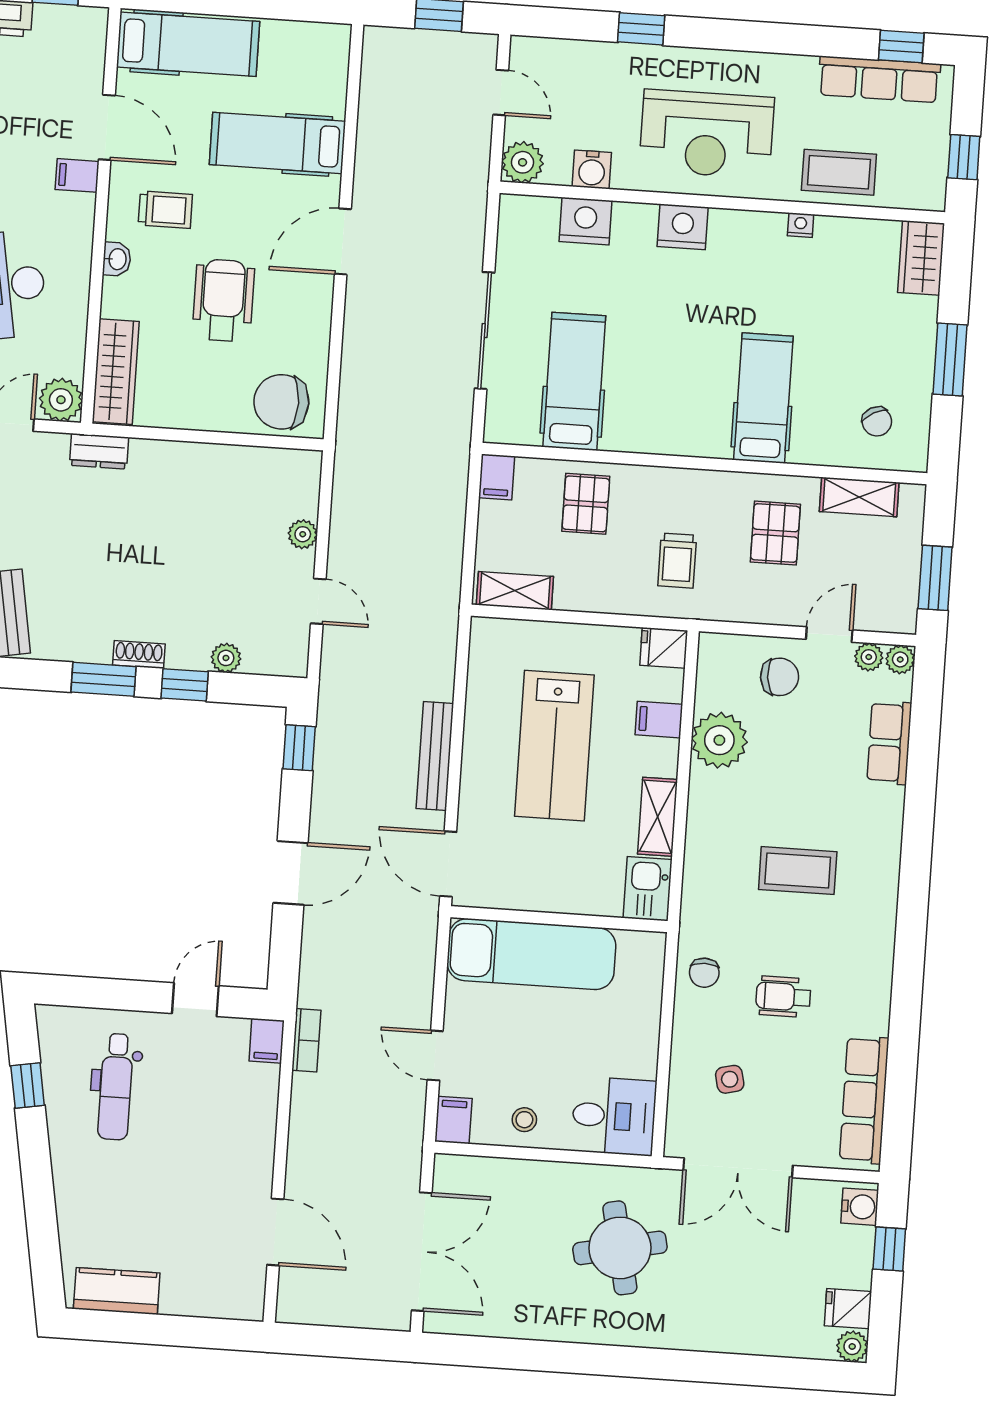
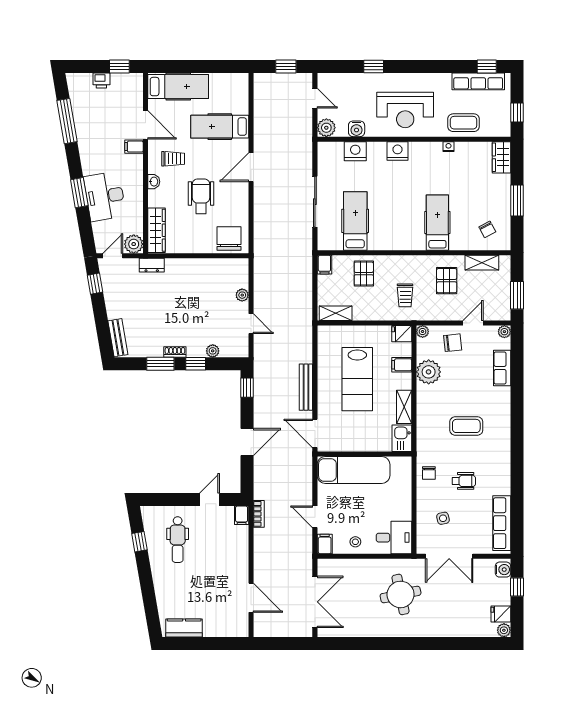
chair: (281, 402) -> (229, 238), turned 90
plant: (869, 657) -> (423, 332), moved
wheelchair: (783, 997) -> (464, 481), turned 180

